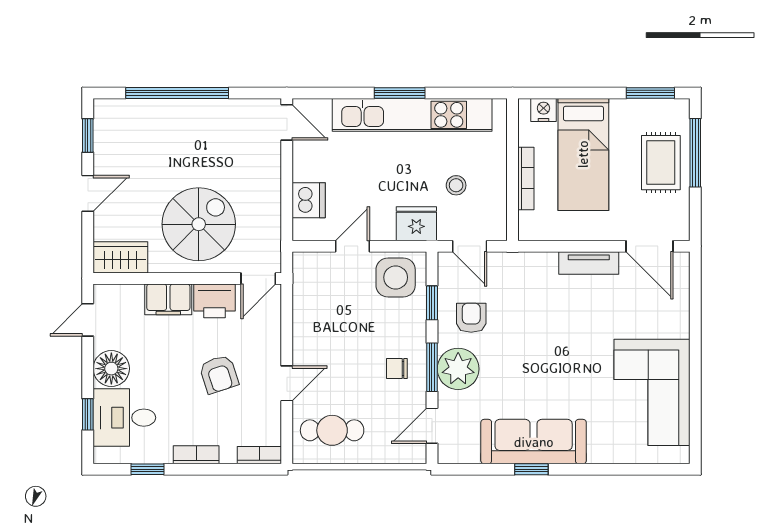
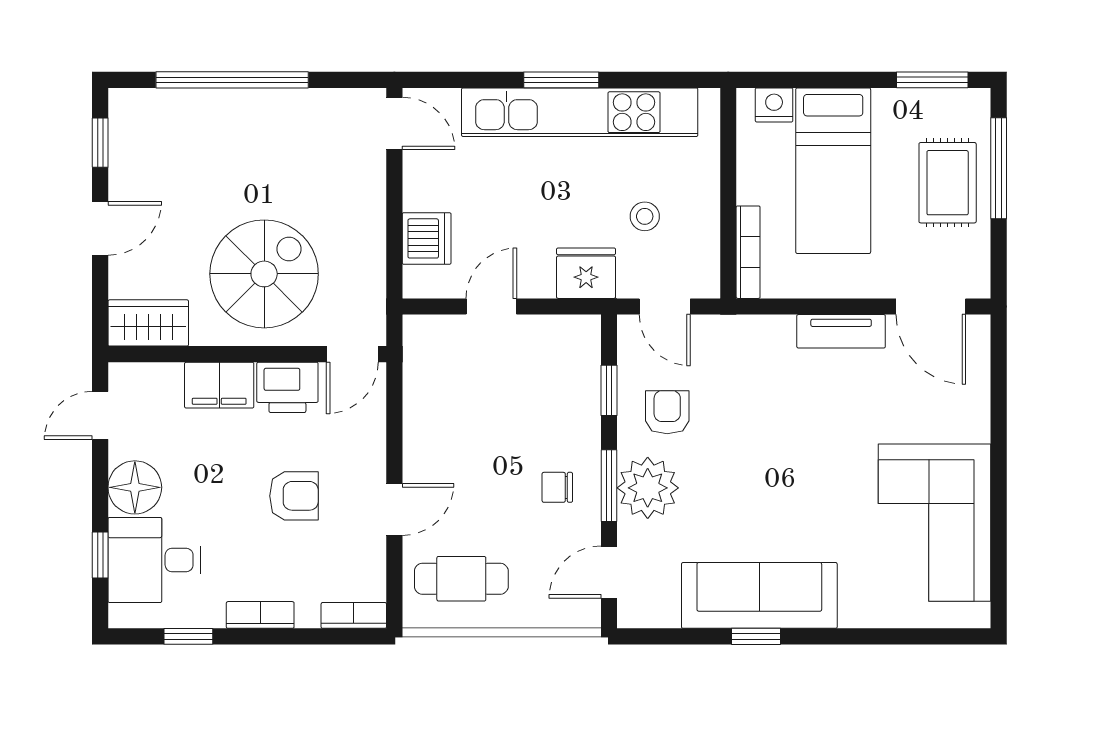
bookcase: (526, 178) -> (748, 252), moved
side table: (396, 277) -> (555, 353), removed
armchair: (219, 374) -> (294, 496), turned -72

